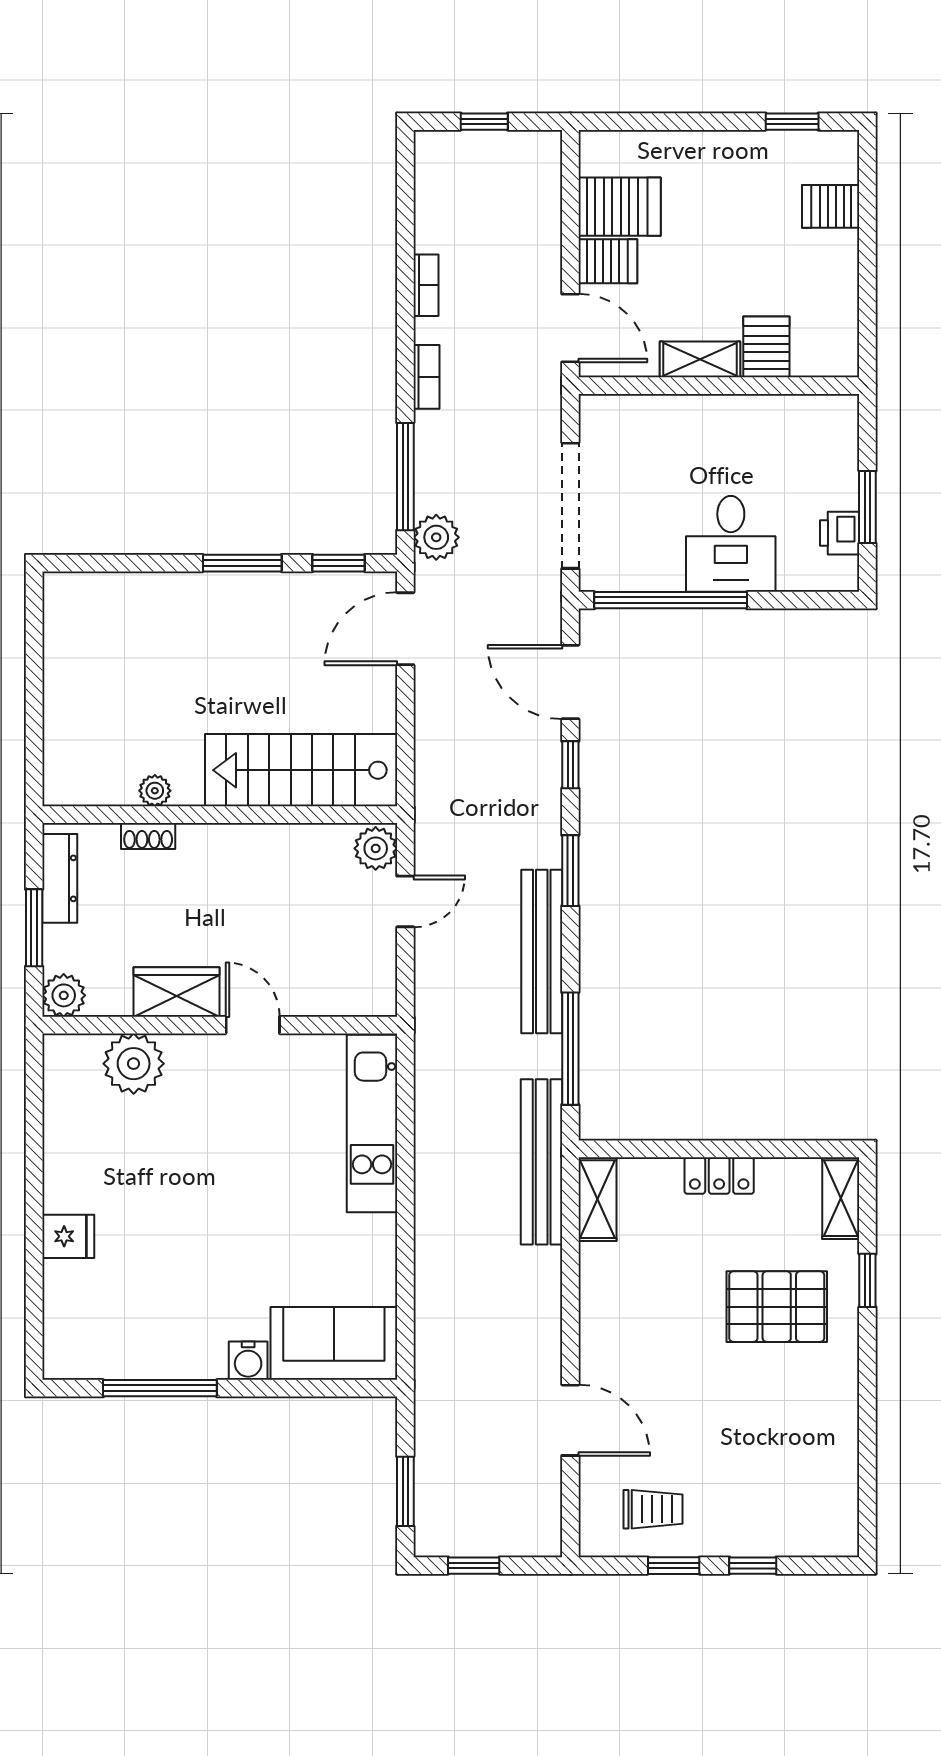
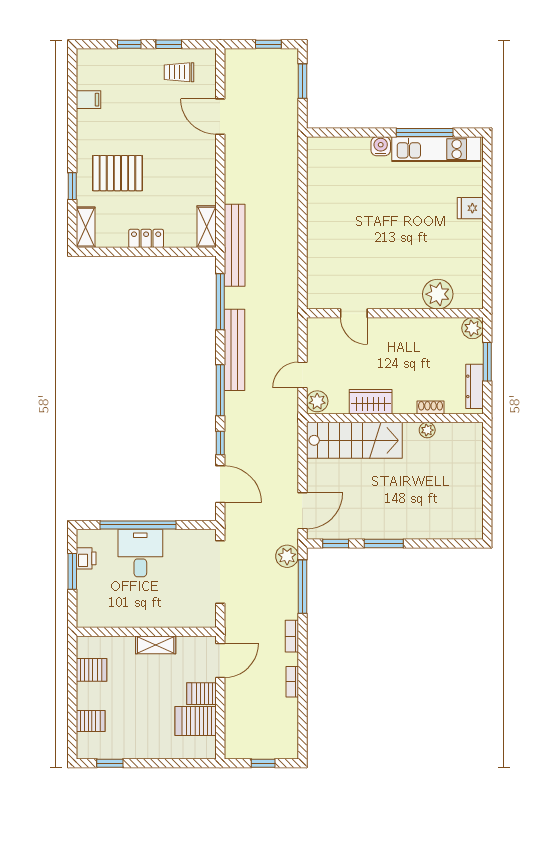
door: (570, 328) -> (220, 660), swing flipped
server rack: (766, 347) -> (92, 670), moved, turned -90
window: (671, 600) -> (138, 525), moved
window: (570, 871) -> (220, 390), width x1.44
wardrobe: (177, 992) -> (371, 402), moved, turned 180
door: (253, 1025) -> (354, 313), moved
kitchen unit: (372, 1123) -> (436, 149), moved, turned 90
sofa: (334, 1343) -> (338, 155), removed
filing cabinet: (835, 1454) -> (89, 100), added

